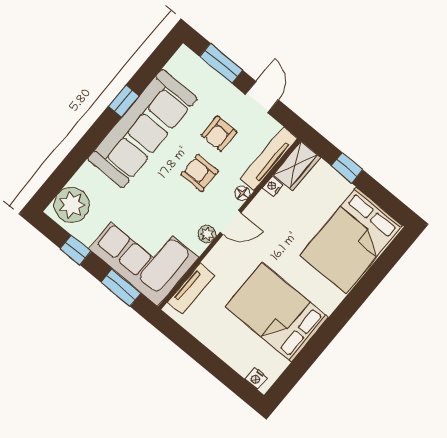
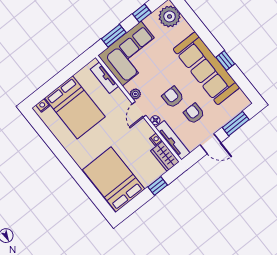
armchair: (200, 173) -> (173, 97), turned -90
bed: (277, 312) -> (75, 107), moved, turned 90

